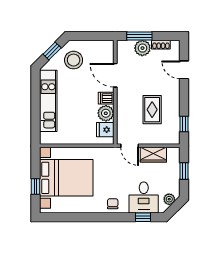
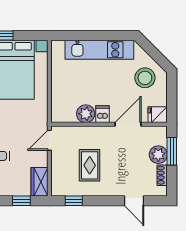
window: (52, 51) -> (155, 54), removed
door: (184, 70) -> (134, 201), swing flipped
rug: (152, 110) -> (90, 165), turned 90
fridge: (105, 130) -> (158, 115), moved, turned -90
wardrobe: (153, 155) -> (39, 182), moved

